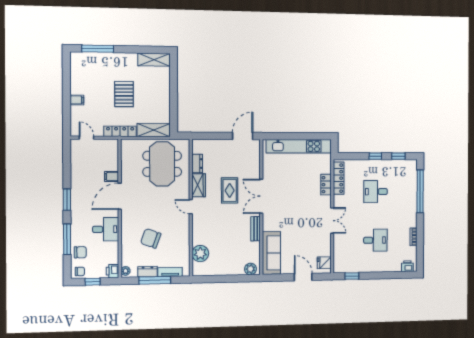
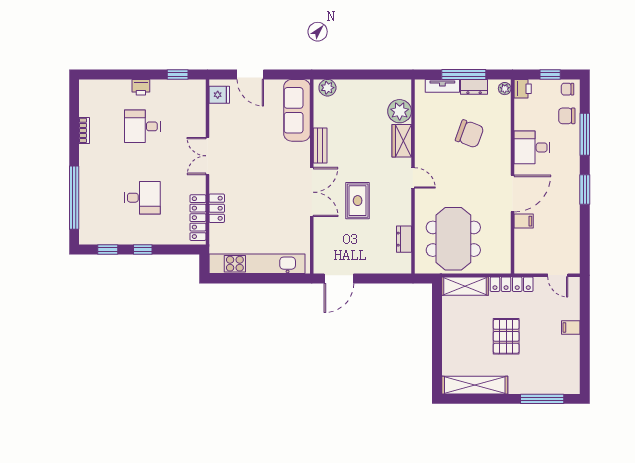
shelving: (154, 60) -> (475, 385), width x1.47
wardrobe: (199, 185) -> (402, 141), moved
printer: (407, 266) -> (141, 87), moved

